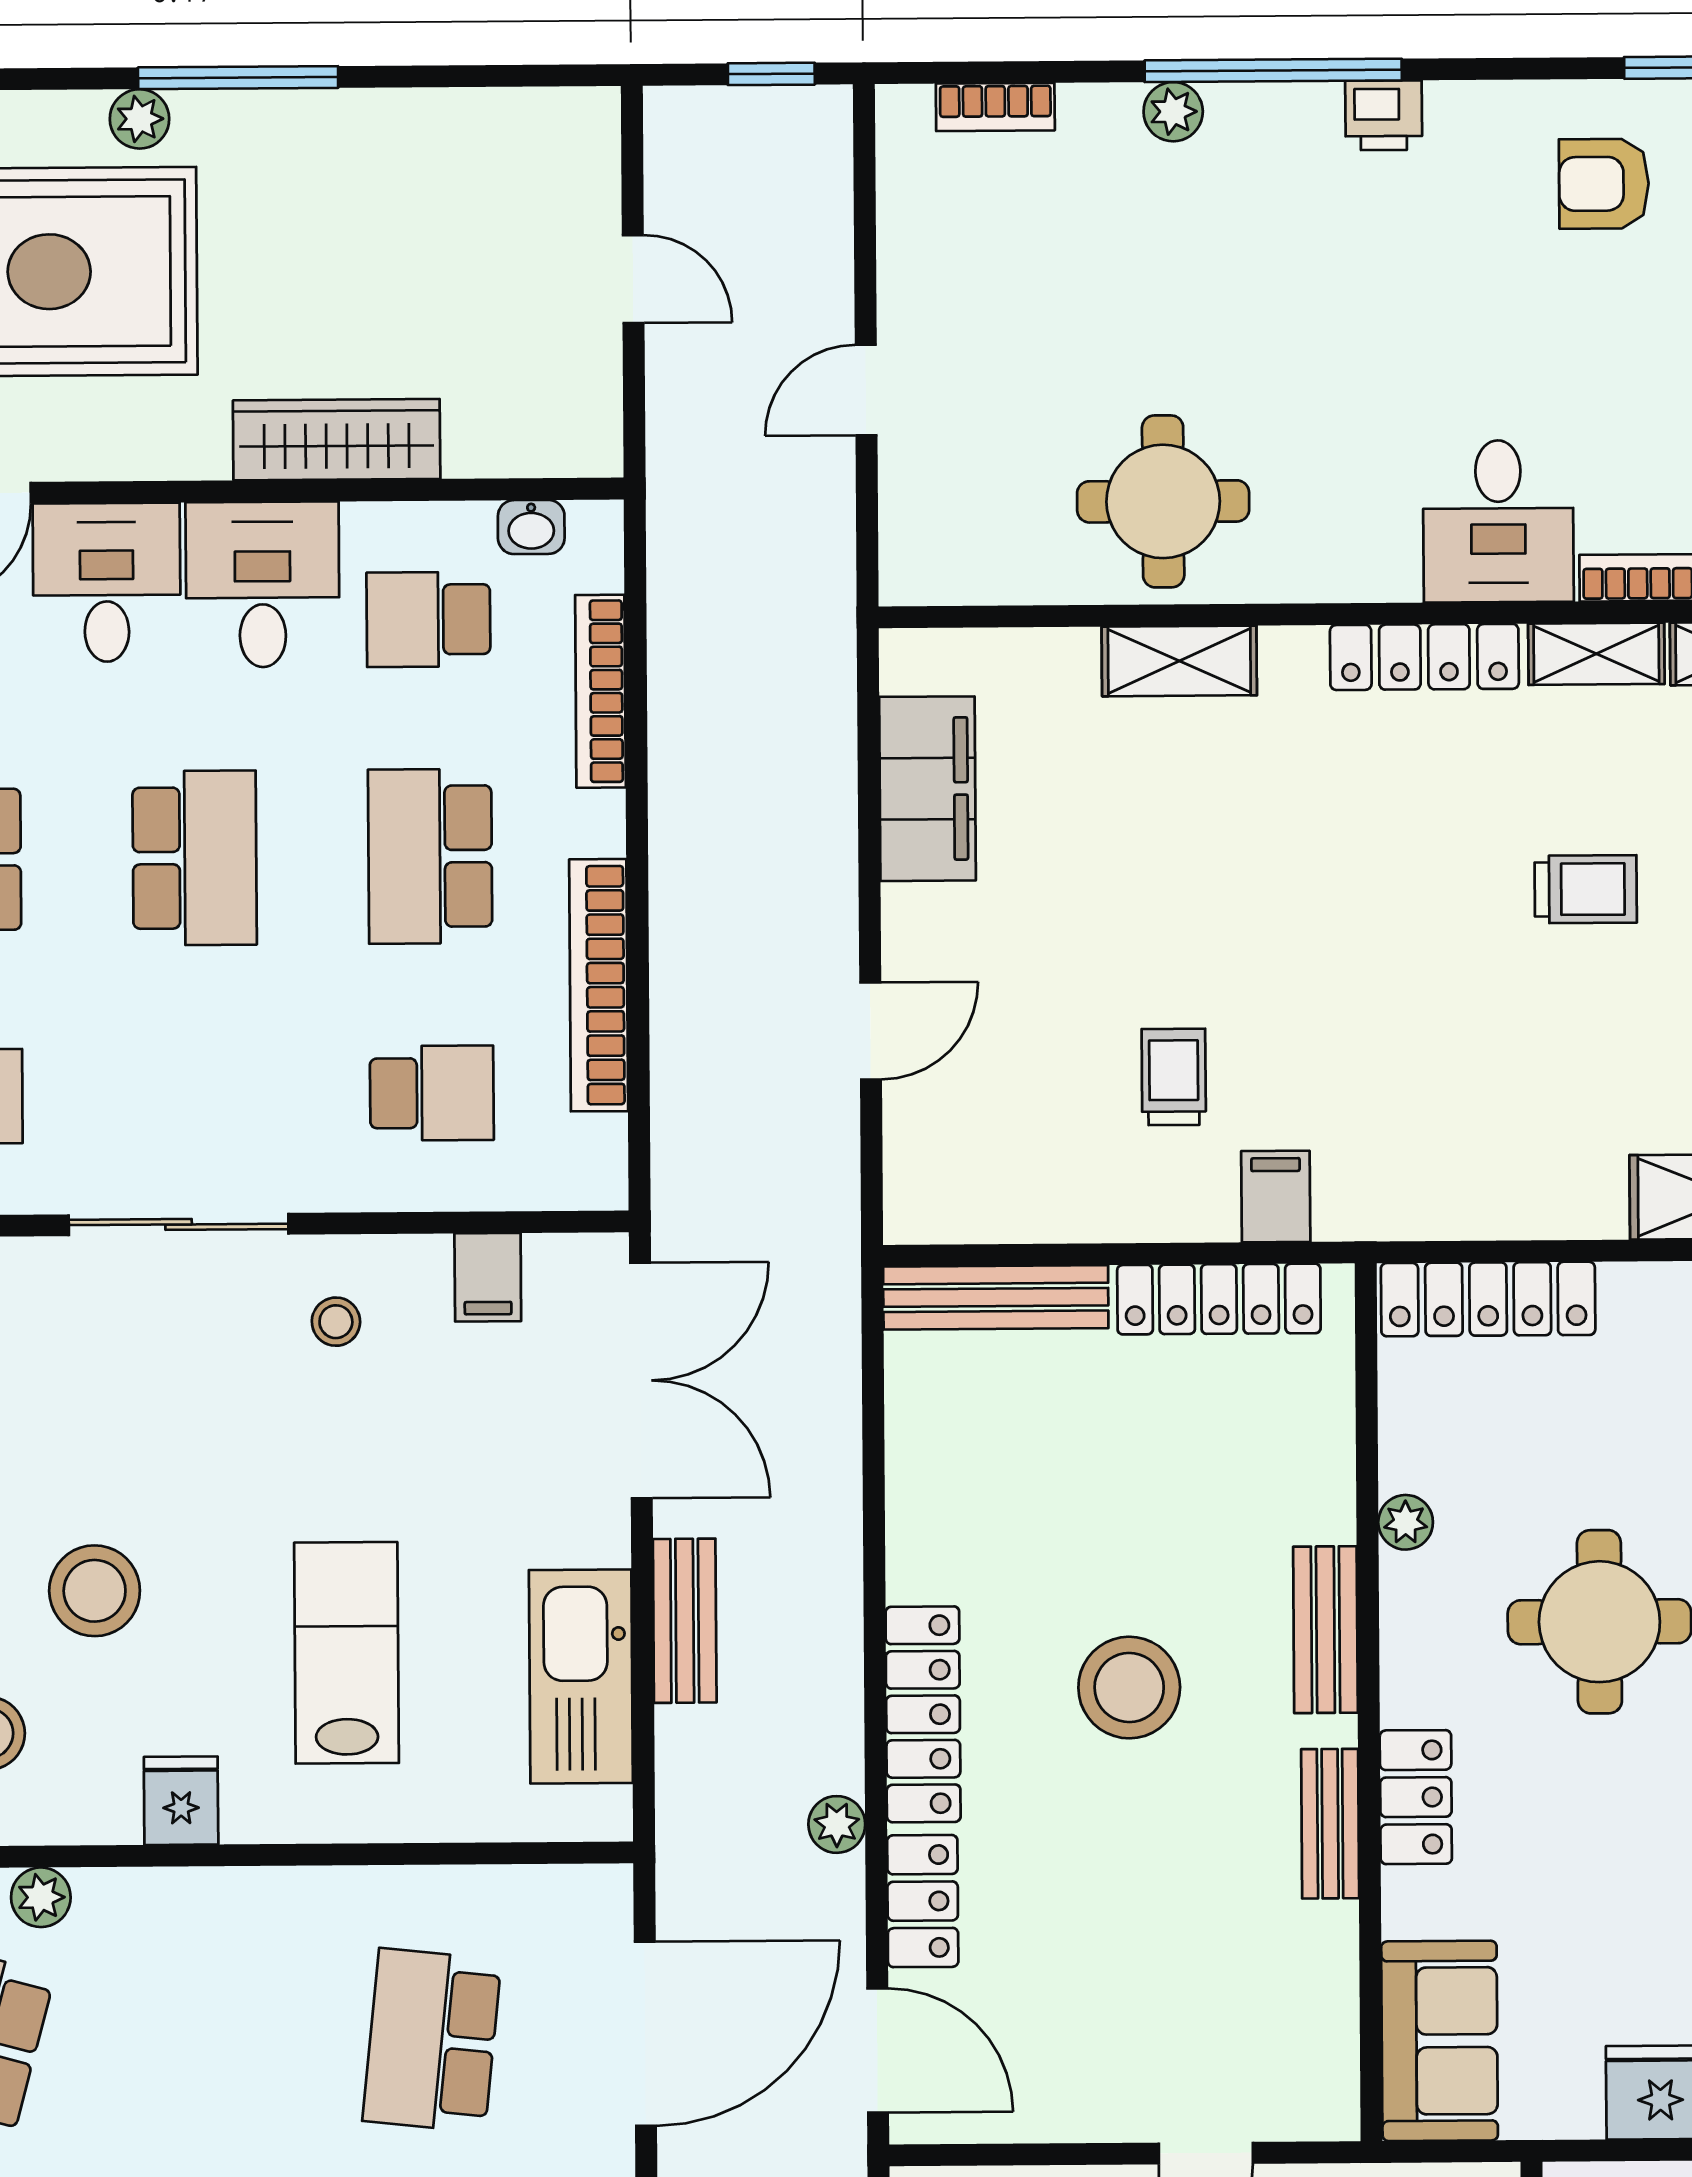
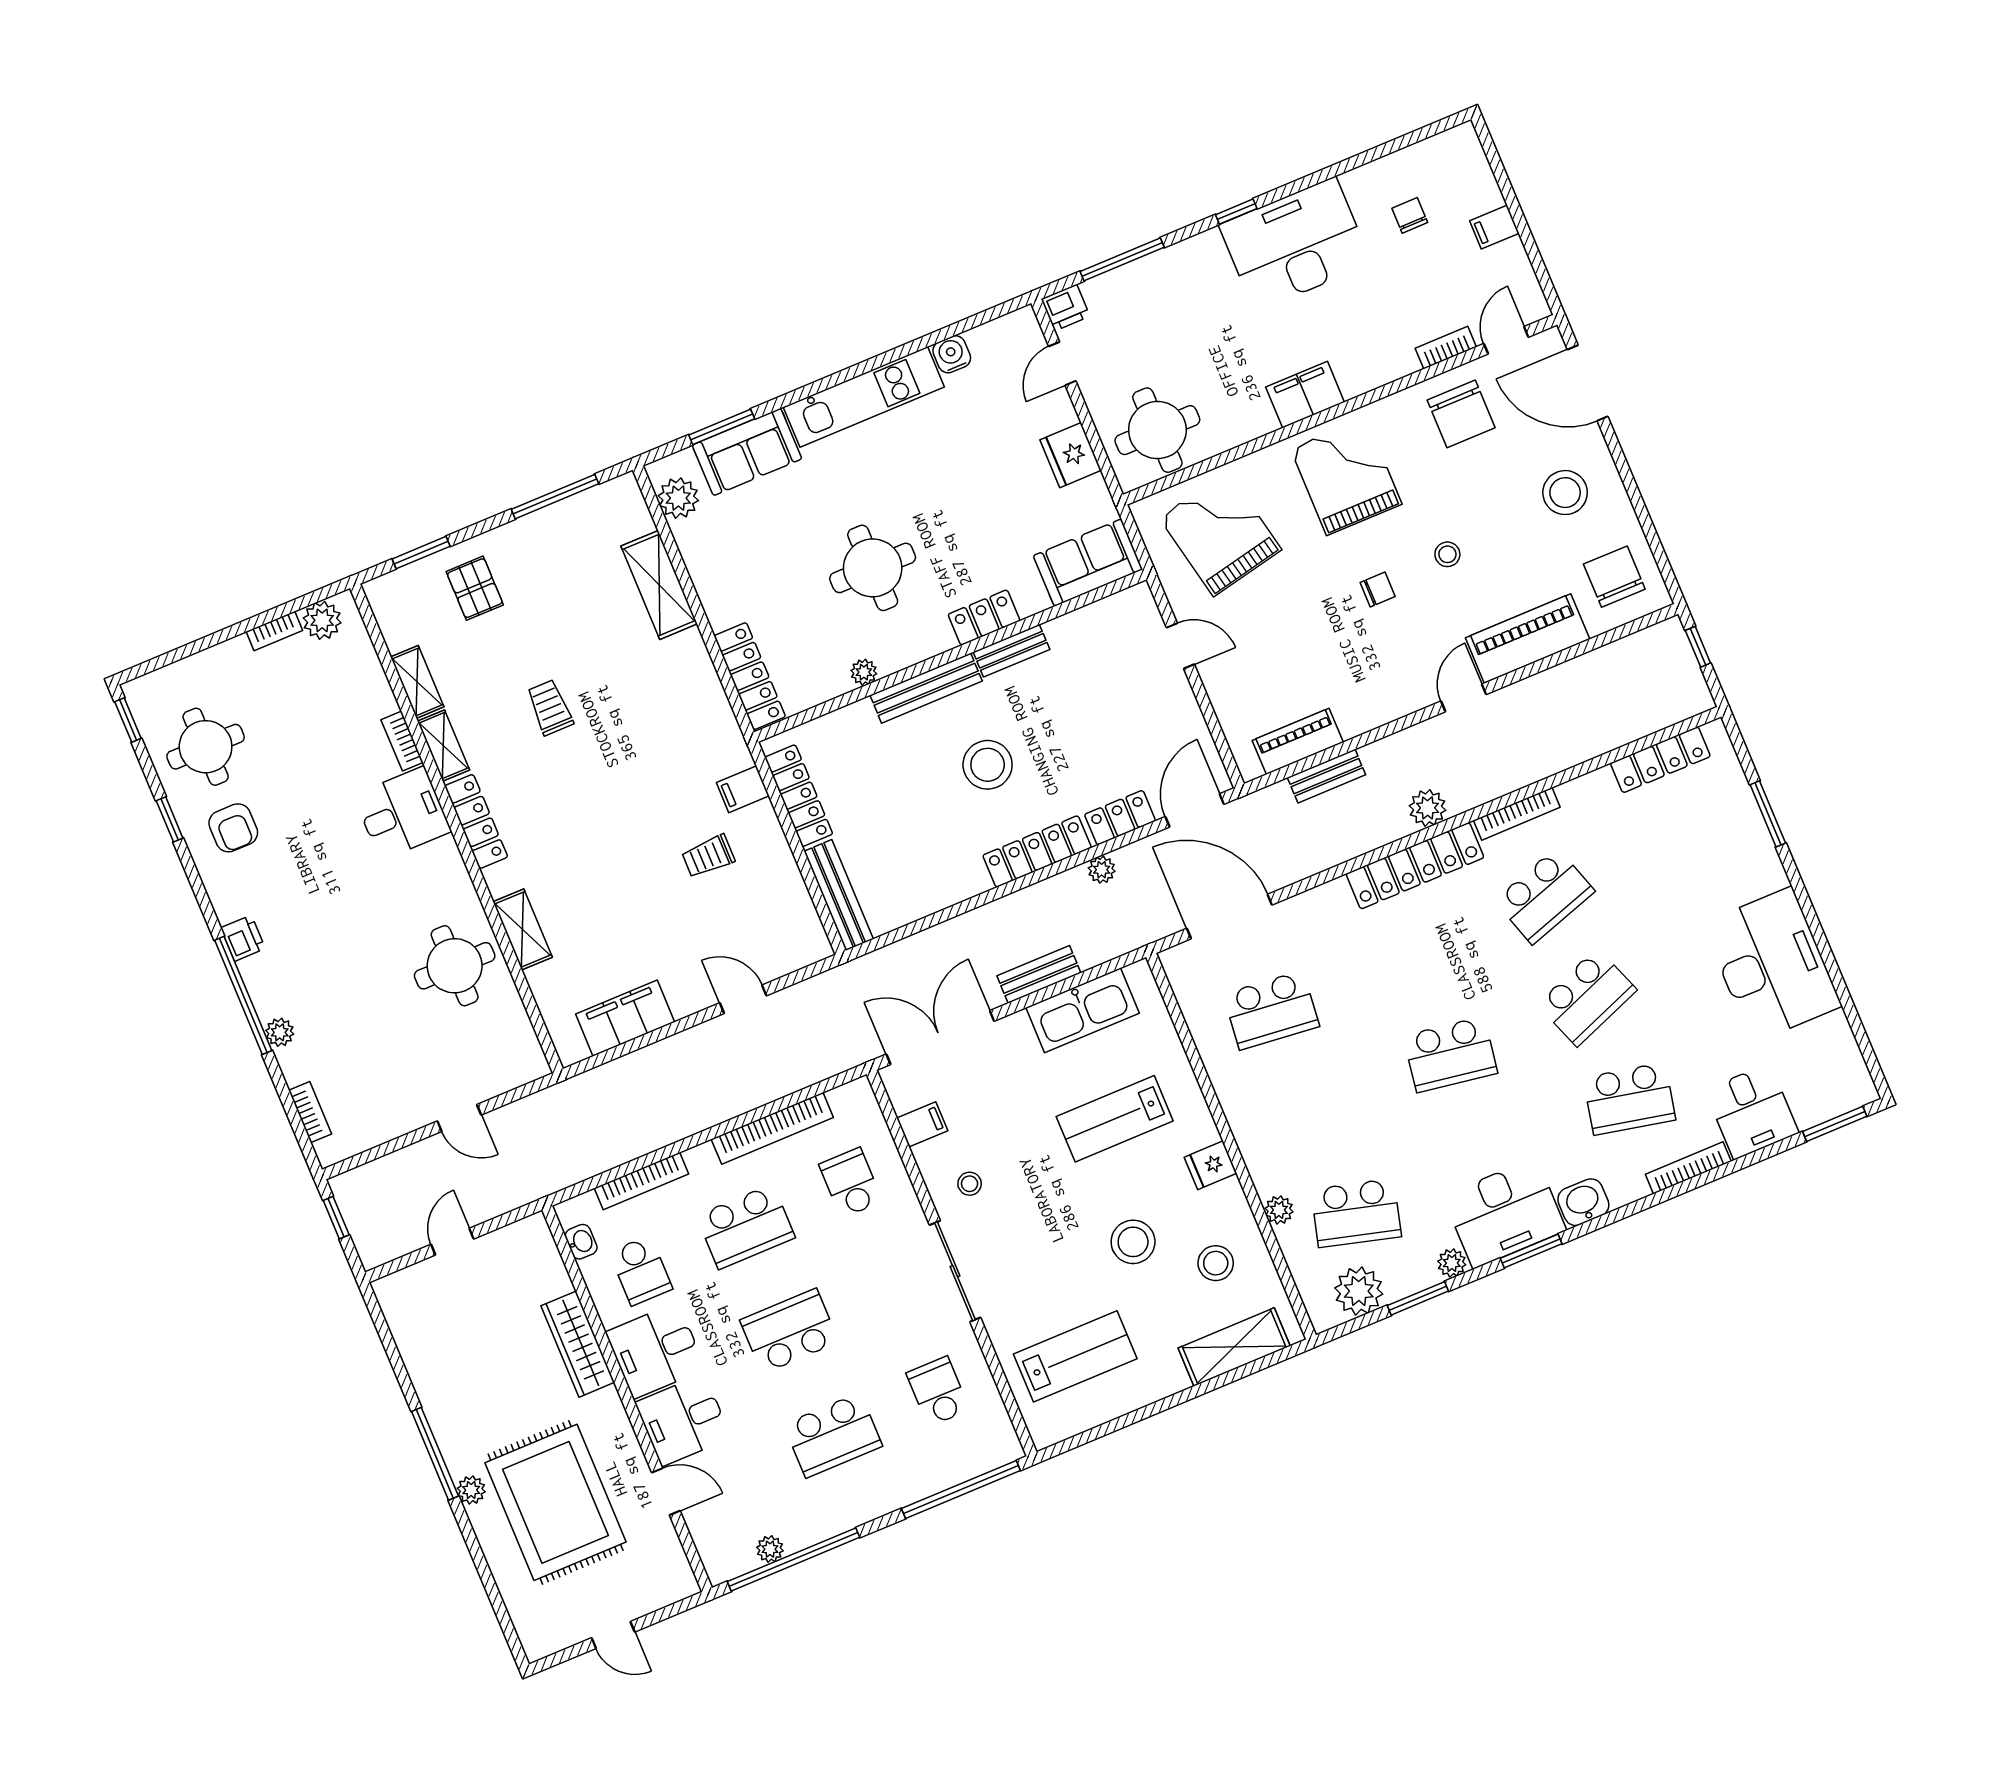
bench: (1325, 1630) -> (926, 688), width x1.36

